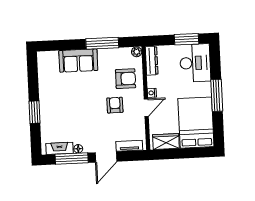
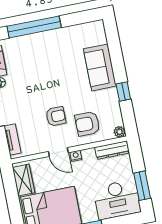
window: (102, 43) -> (123, 92), width x0.46
armchair: (126, 79) -> (87, 124), turned 90
window: (35, 112) -> (34, 27), width x2.11

